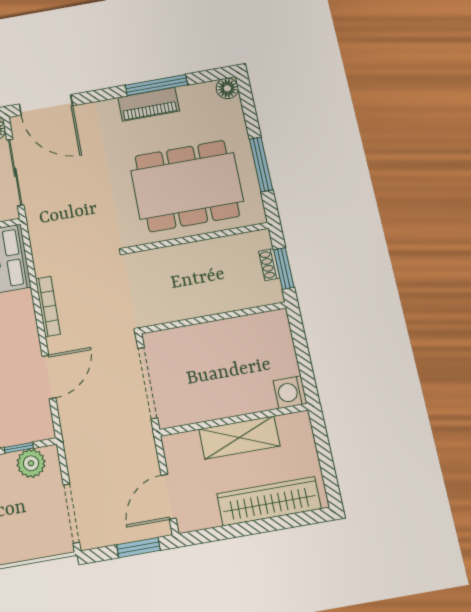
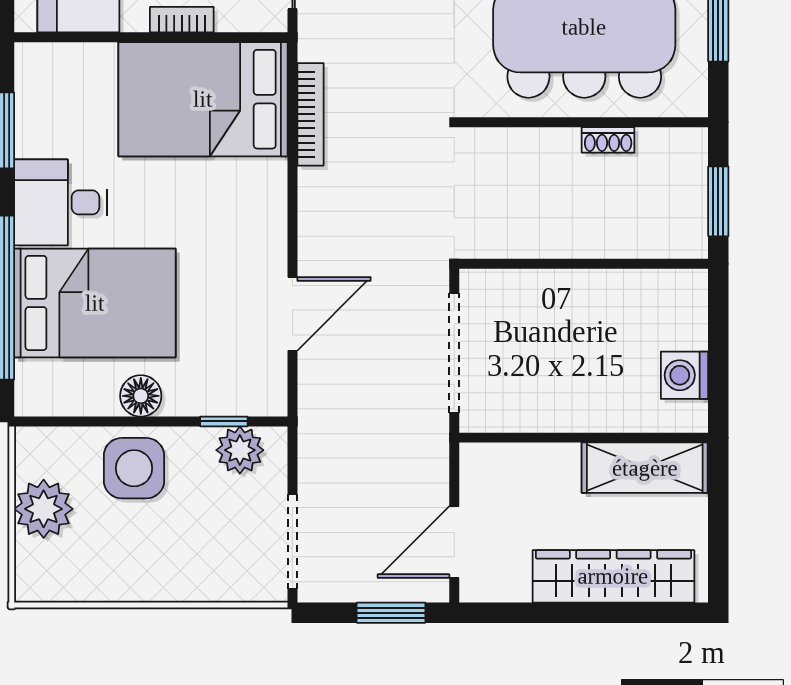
shoe rack: (269, 265) -> (608, 140), moved, turned -90
bookcase: (48, 306) -> (310, 114), moved
washing machine: (290, 392) -> (684, 375), moved
shelving: (239, 437) -> (645, 468), moved

